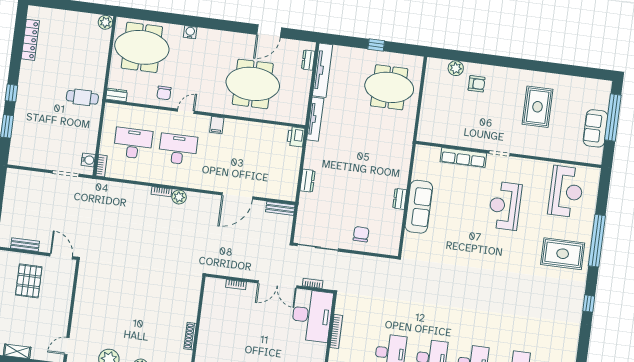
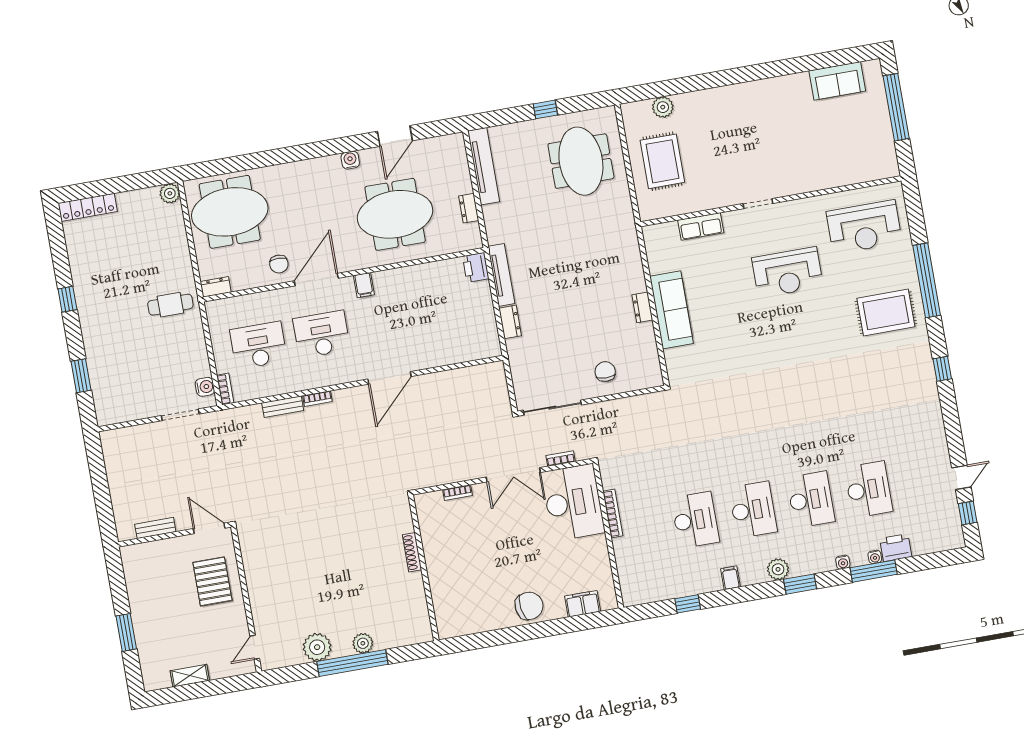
water cooler: (190, 32) -> (350, 160), moved
locker: (30, 40) -> (88, 207), moved, turned 90
dresser: (308, 60) -> (469, 208), moved
armchair: (477, 84) -> (698, 119), removed
meeting table: (389, 87) -> (581, 161), turned 90
window: (11, 93) -> (67, 299), moved
rug: (538, 107) -> (662, 161), moved
door: (186, 111) -> (316, 280), width x1.87
tv unit: (315, 119) -> (501, 275), moved
sofa: (595, 128) -> (837, 81), moved, turned -90
row of seats: (463, 158) -> (701, 226), width x0.68
reception desk: (566, 191) -> (864, 227), turned 90
door: (237, 196) -> (389, 378), moved
plant: (179, 197) -> (343, 398), removed
reception desk: (505, 206) -> (787, 272), turned -90
bench: (280, 208) -> (283, 407), moved
pallet: (29, 281) -> (212, 581), moved
shoe rack: (190, 336) -> (412, 552), moved

